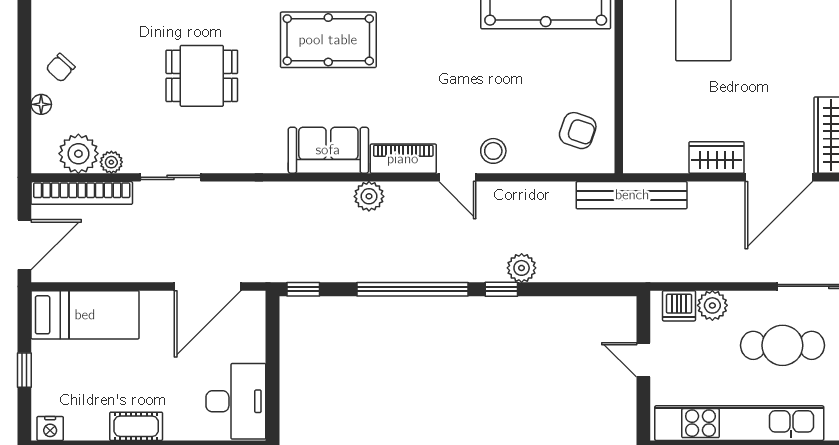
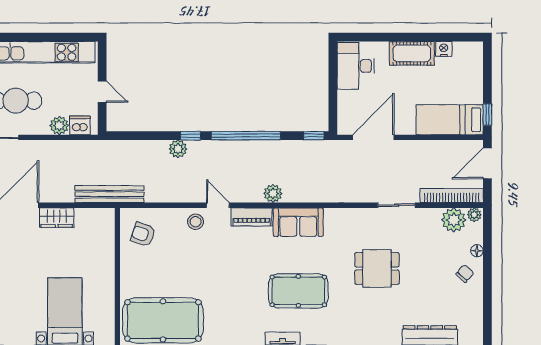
plant: (111, 162) -> (474, 215), moved
window: (24, 370) -> (487, 115), moved
cot: (136, 426) -> (412, 53), width x1.37, depth x1.34
nightstand: (50, 428) -> (444, 49), moved

